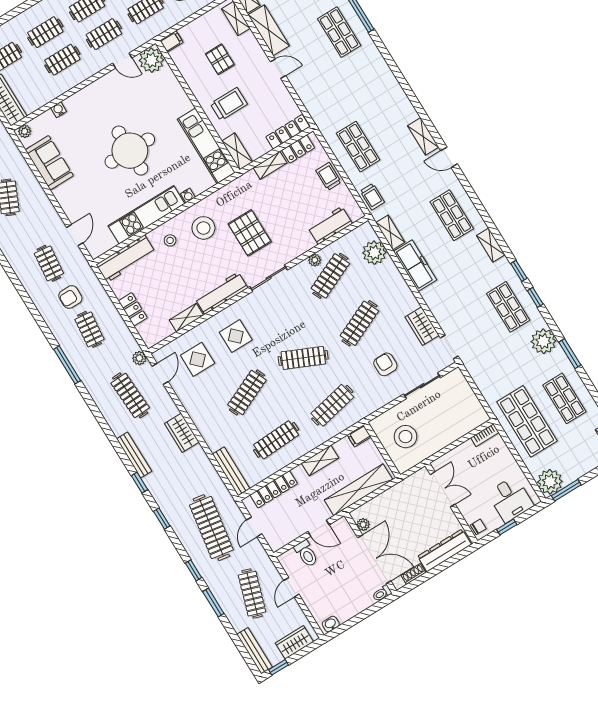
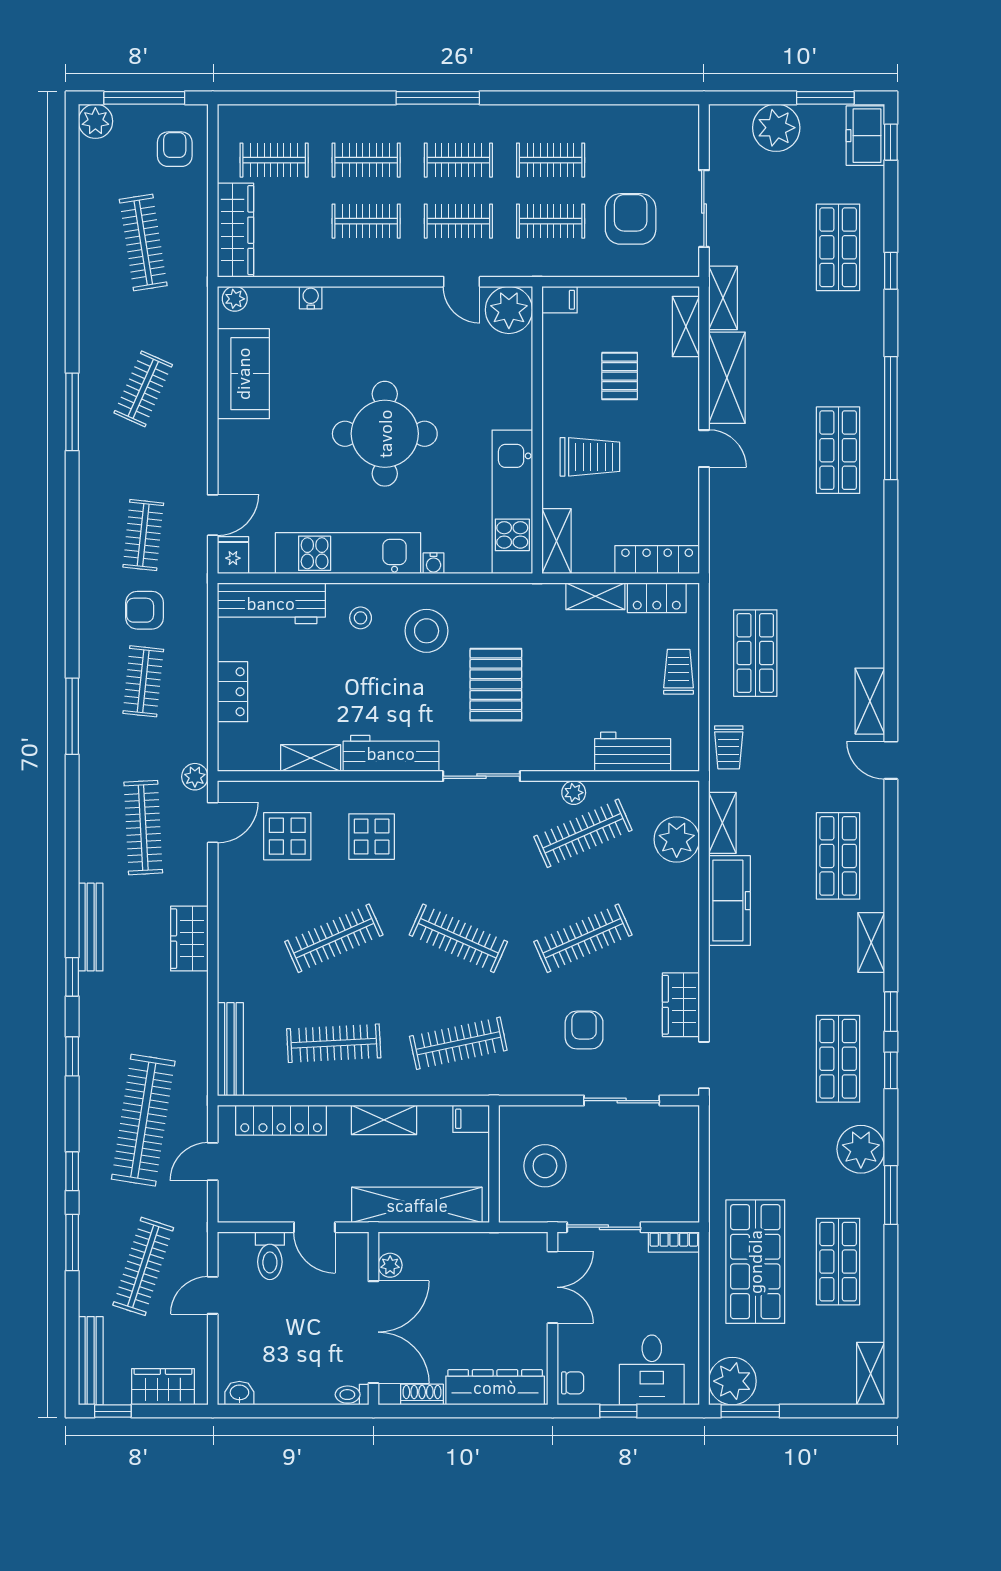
fridge: (95, 248) -> (233, 555), added
sliding door: (449, 448) -> (604, 1227), added

